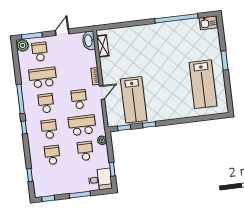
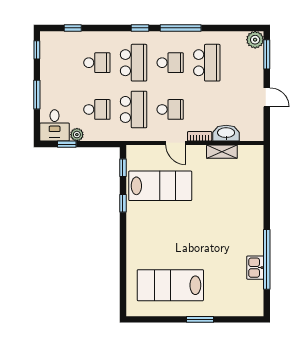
kitchen sink: (208, 23) -> (255, 268), moved
washbasin: (89, 41) -> (226, 133), moved
shelving: (103, 46) -> (222, 152), moved
school desk: (40, 52) -> (243, 63), removed
lab bench: (134, 100) -> (160, 186), turned 180
school desk: (49, 129) -> (134, 63), width x1.85
plant: (102, 140) -> (77, 135), moved

